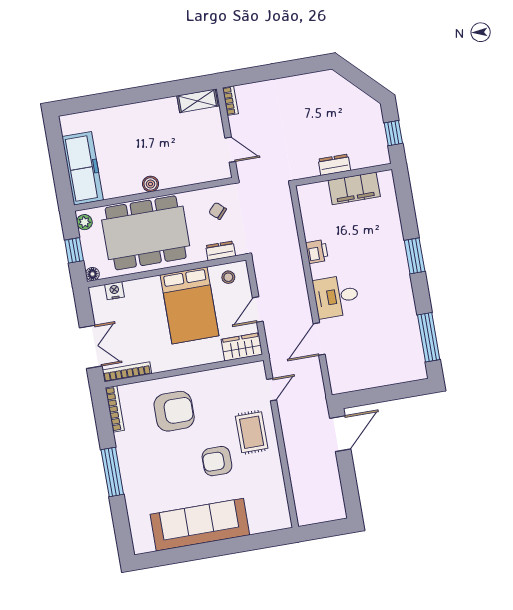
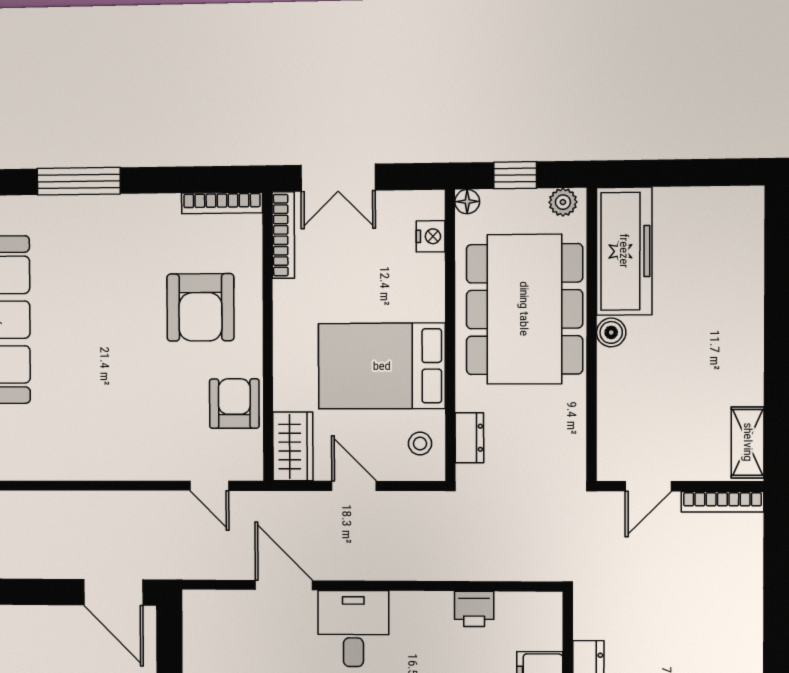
bookcase: (230, 101) -> (722, 502), width x1.56
freezer: (83, 168) -> (624, 251), moved, turned -90
chair: (218, 211) -> (542, 445), removed
printer: (317, 252) -> (474, 609), moved
rug: (252, 432) -> (141, 438), removed
armchair: (217, 461) -> (234, 404), moved
window: (112, 472) -> (79, 181), moved

